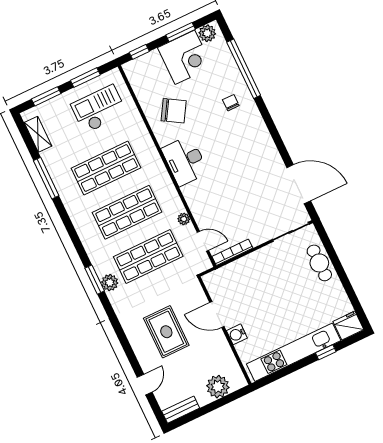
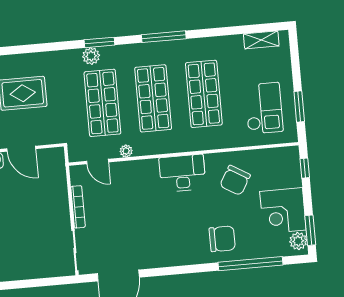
window: (181, 32) -> (310, 230), moved
window: (46, 96) -> (295, 62), removed
chair: (231, 103) -> (222, 239), width x1.87, depth x1.87
window: (46, 178) -> (164, 37), moved
door: (203, 241) -> (98, 162), hinge flipped
bookcase: (232, 252) -> (78, 207), moved
cafe table: (319, 263) -> (34, 267), removed
door: (217, 314) -> (21, 149), swing flipped

